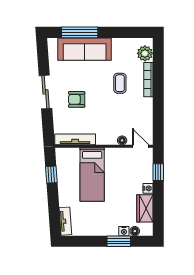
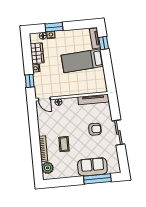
sofa: (85, 49) -> (92, 167), width x0.73
window: (51, 175) -> (104, 43), moved
bed: (92, 175) -> (82, 61), moved, turned -94

